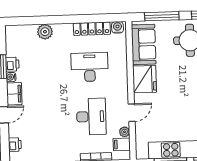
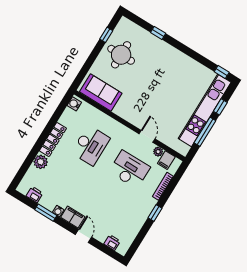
window: (162, 16) -> (88, 64), removed
locker: (92, 29) -> (53, 139), moved
printer: (12, 64) -> (35, 195), moved
desk: (90, 67) -> (91, 145), turned 180
fridge: (145, 79) -> (128, 109), removed

